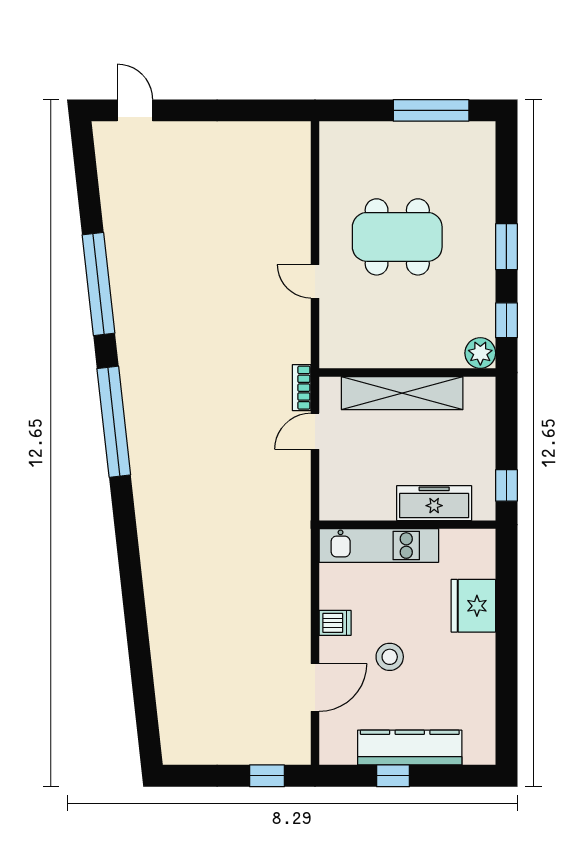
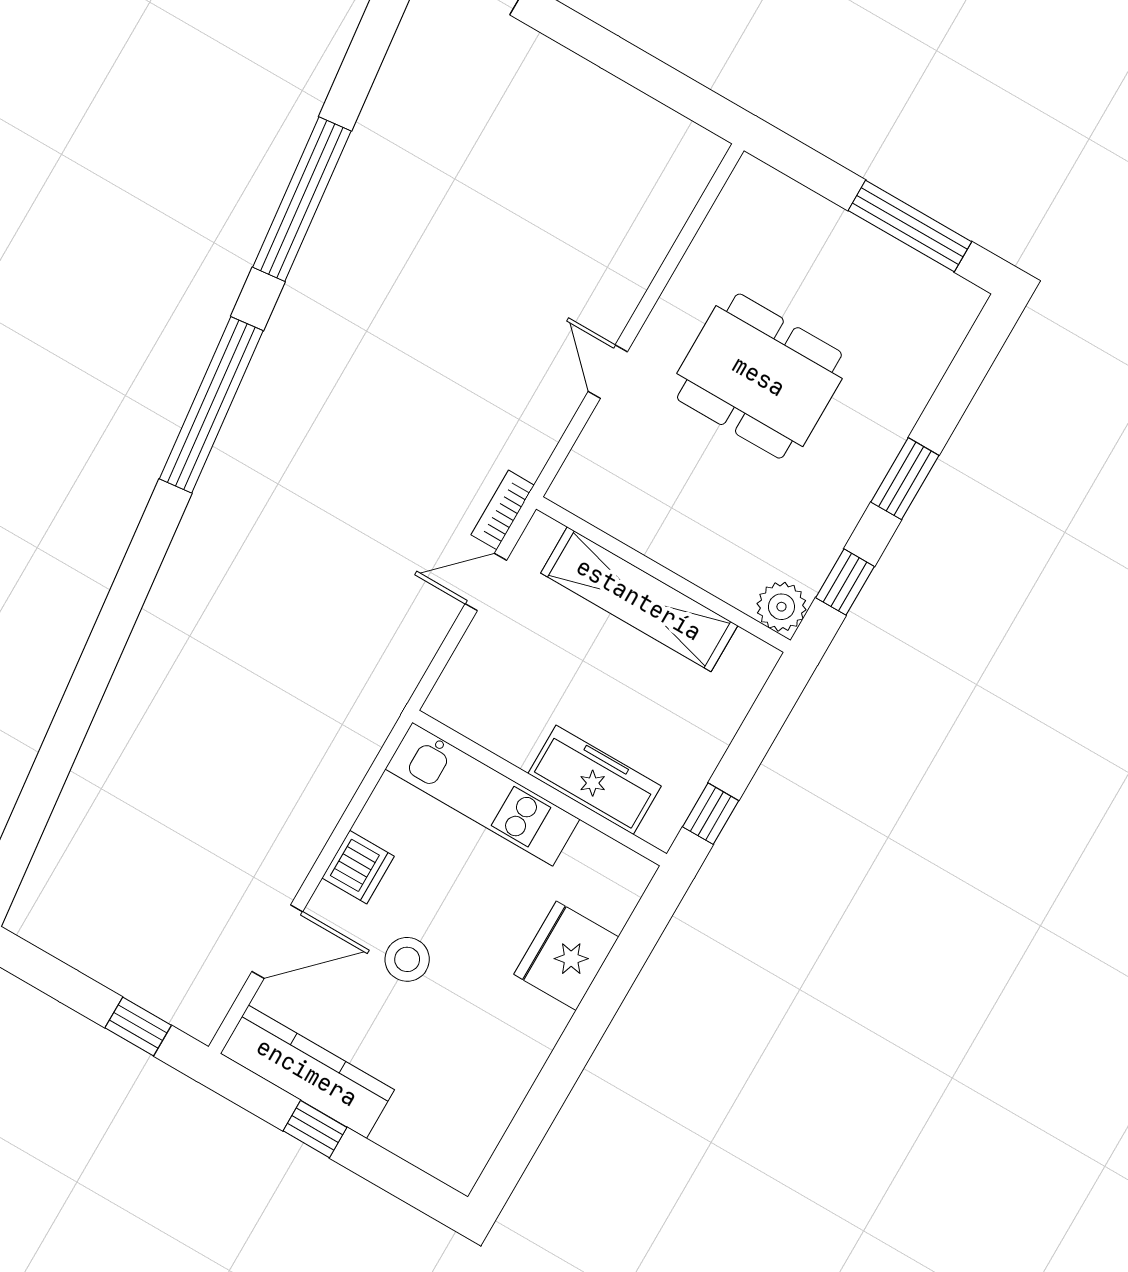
dishwasher: (335, 623) -> (358, 867), width x1.38
kitchen counter: (410, 748) -> (307, 1072), moved

